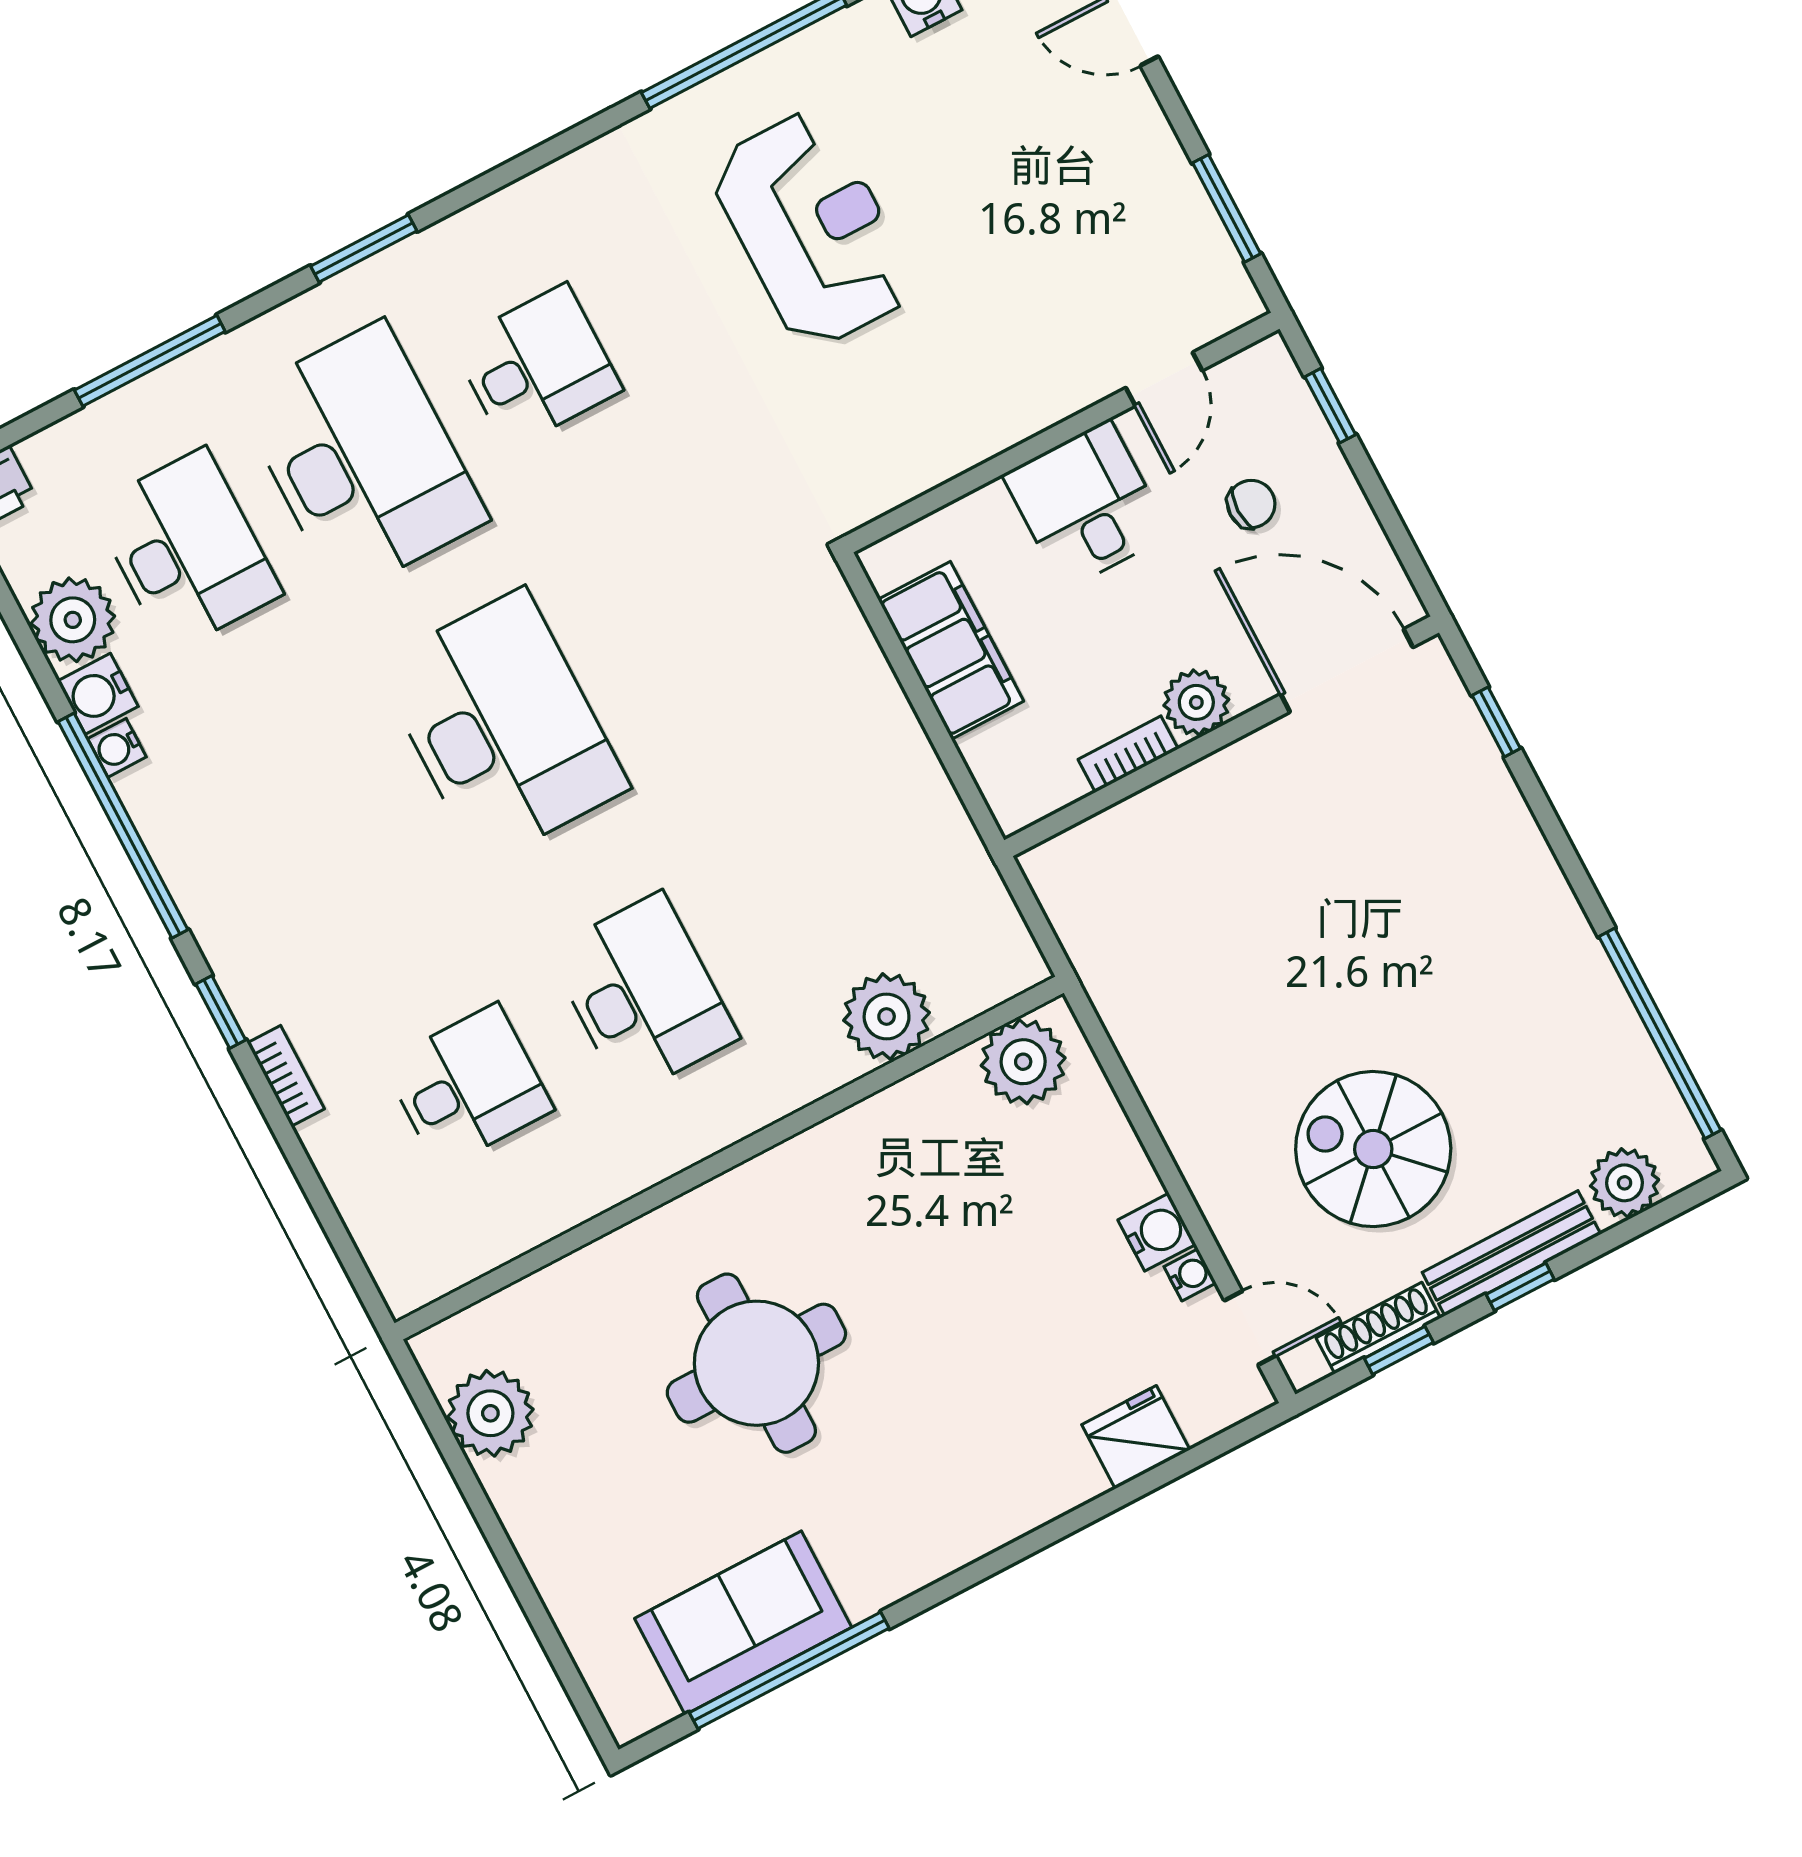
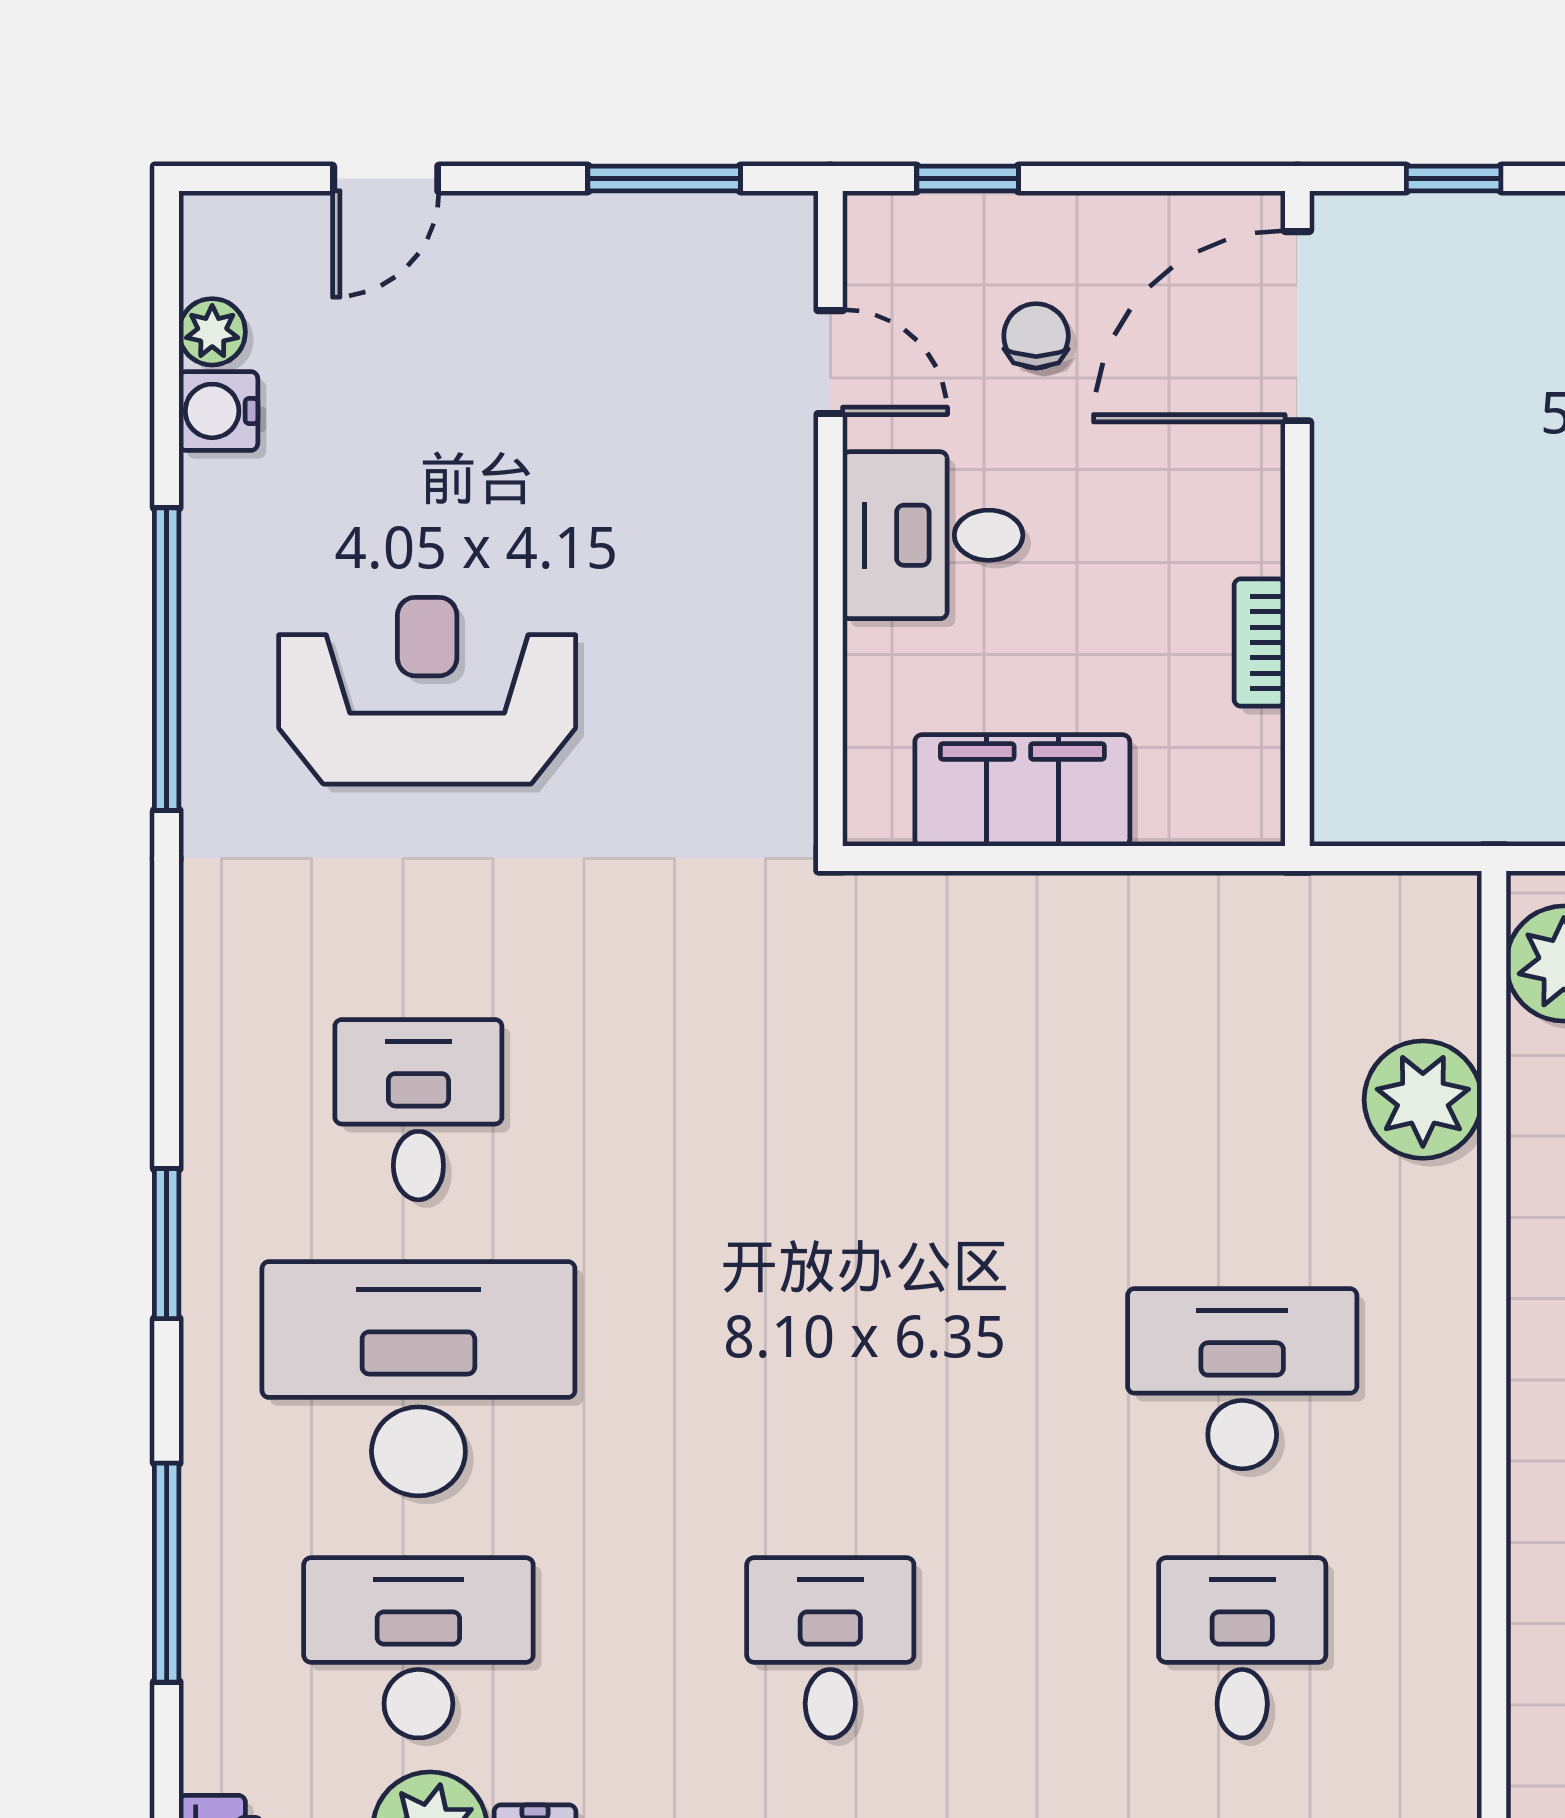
plant: (1196, 702) -> (1240, 528), removed
desk: (503, 726) -> (830, 1648), moved, width x0.53, depth x0.77

